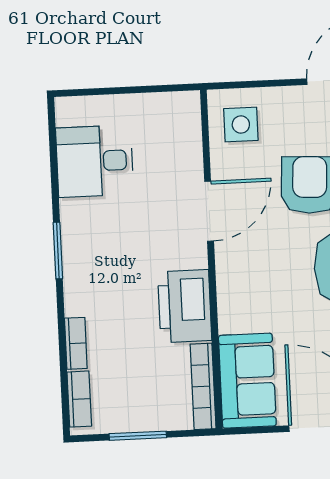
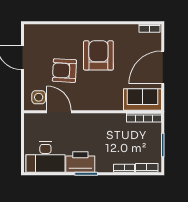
desk: (95, 161) -> (45, 157), width x1.37
door: (209, 211) -> (59, 112), moved
printer: (185, 306) -> (80, 162), moved, turned 180

